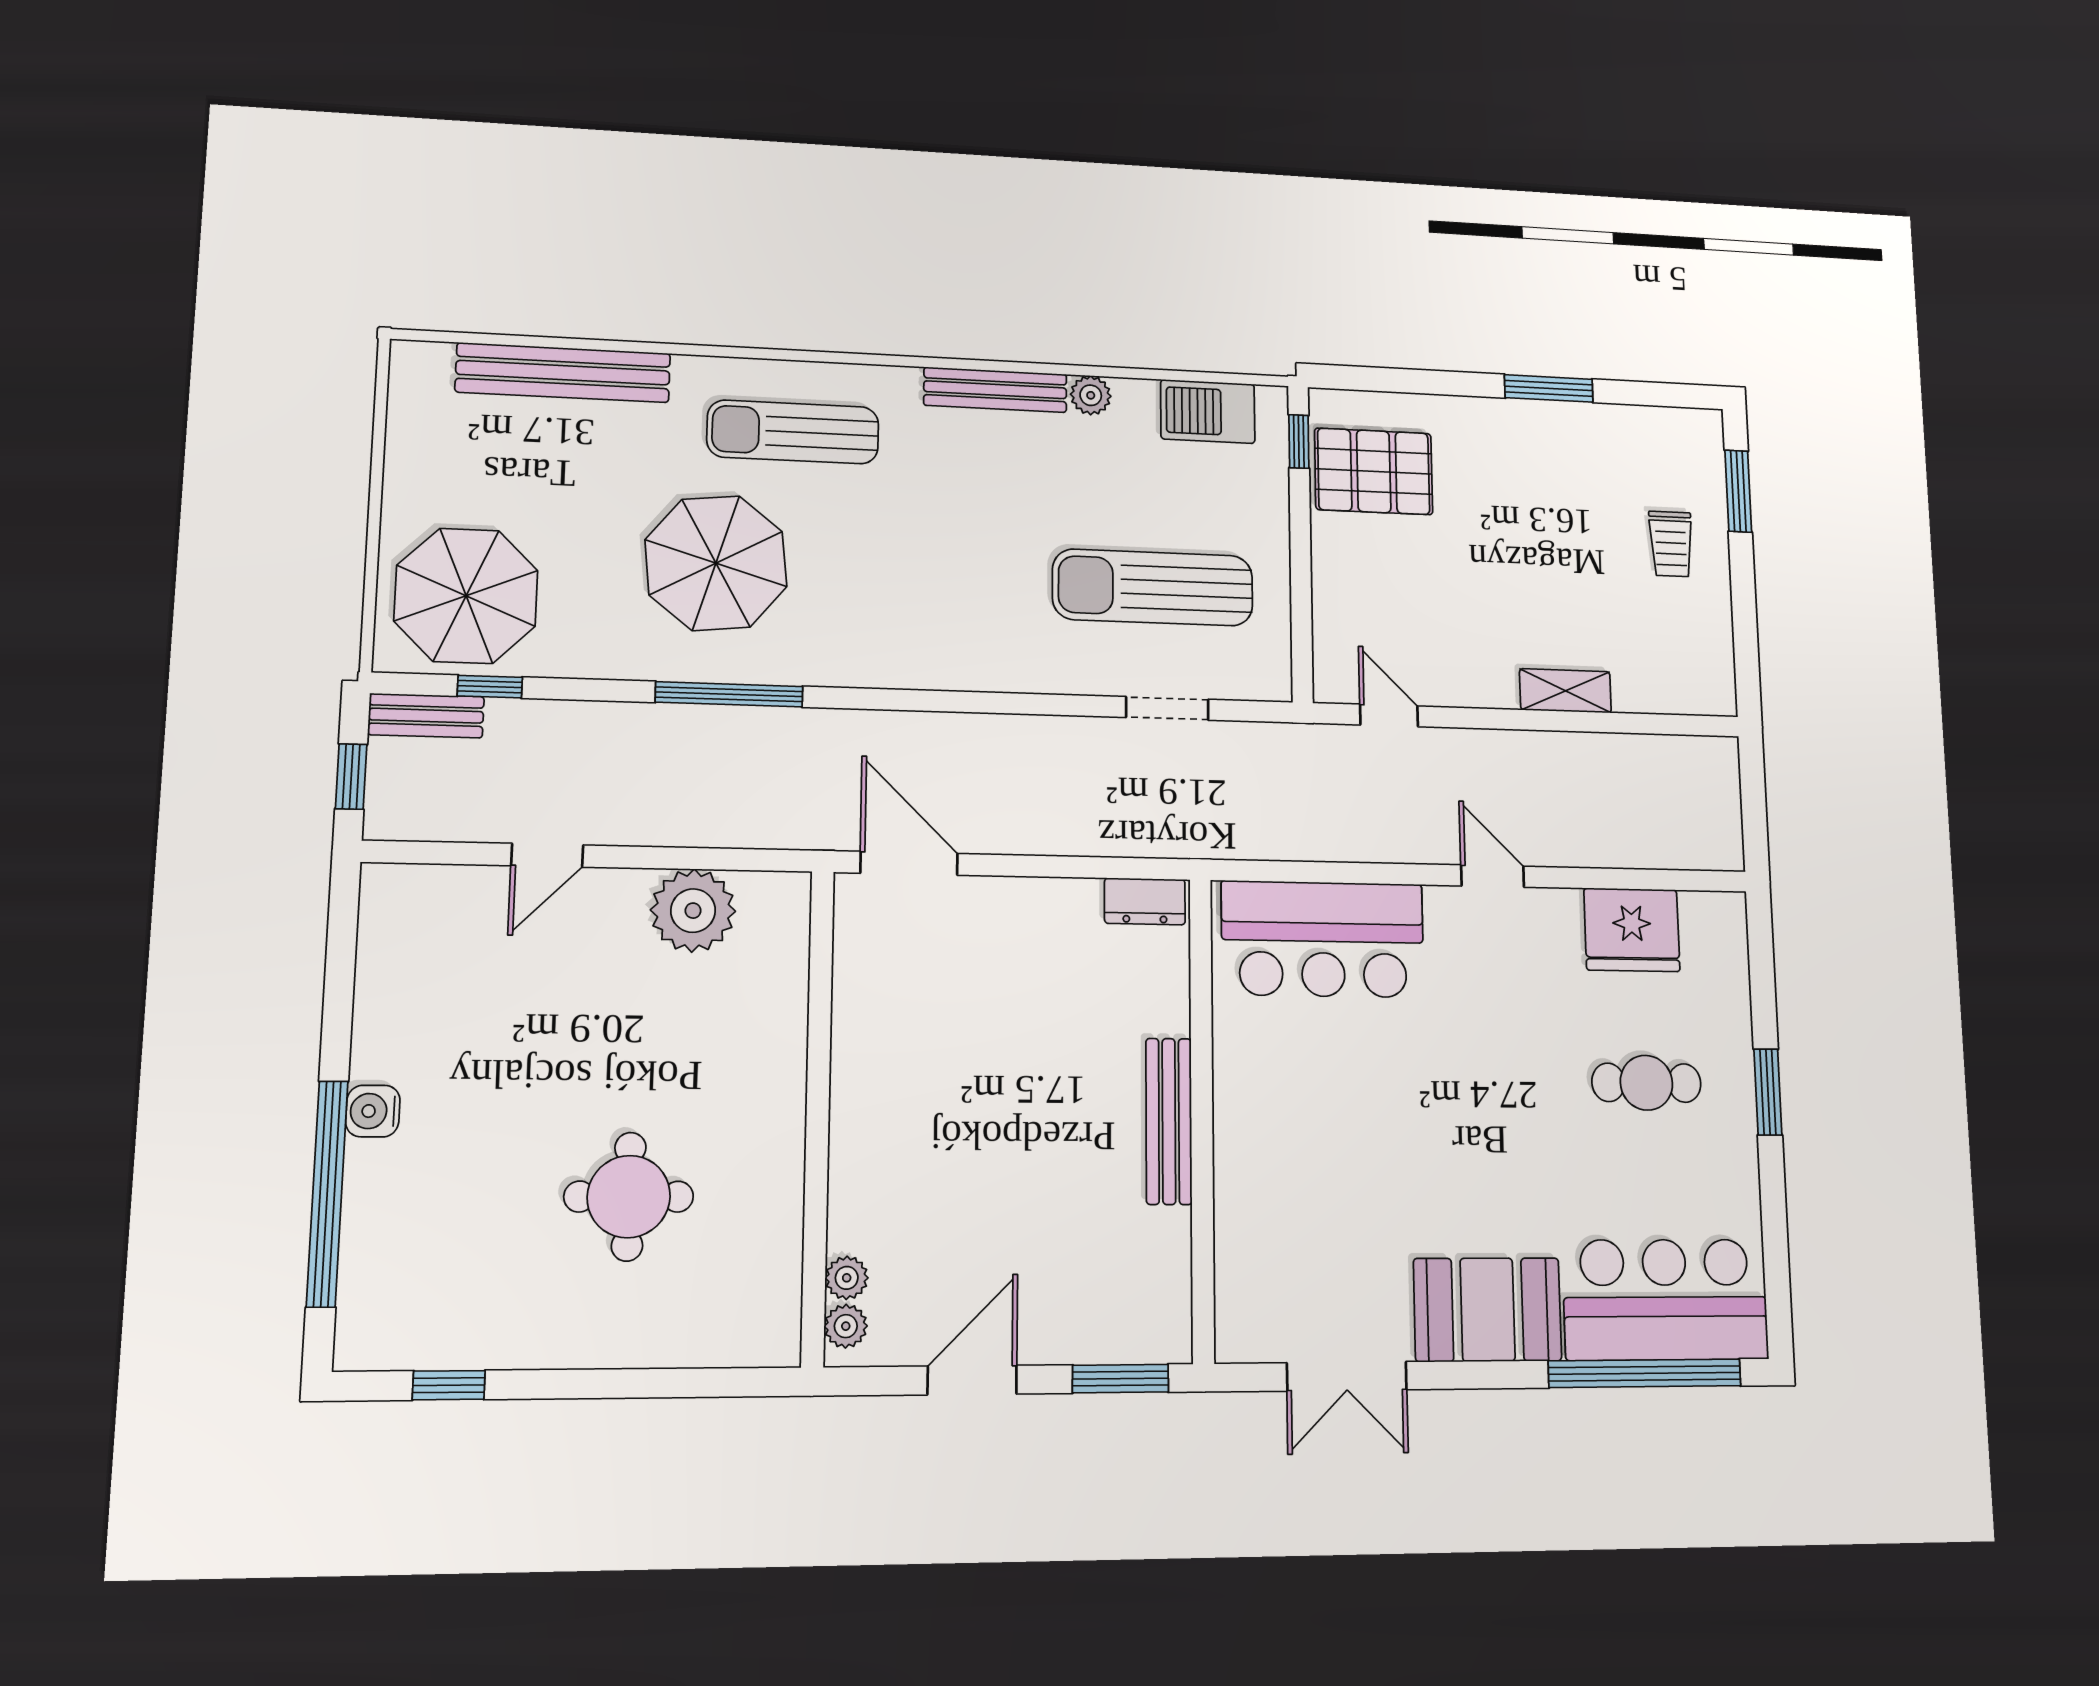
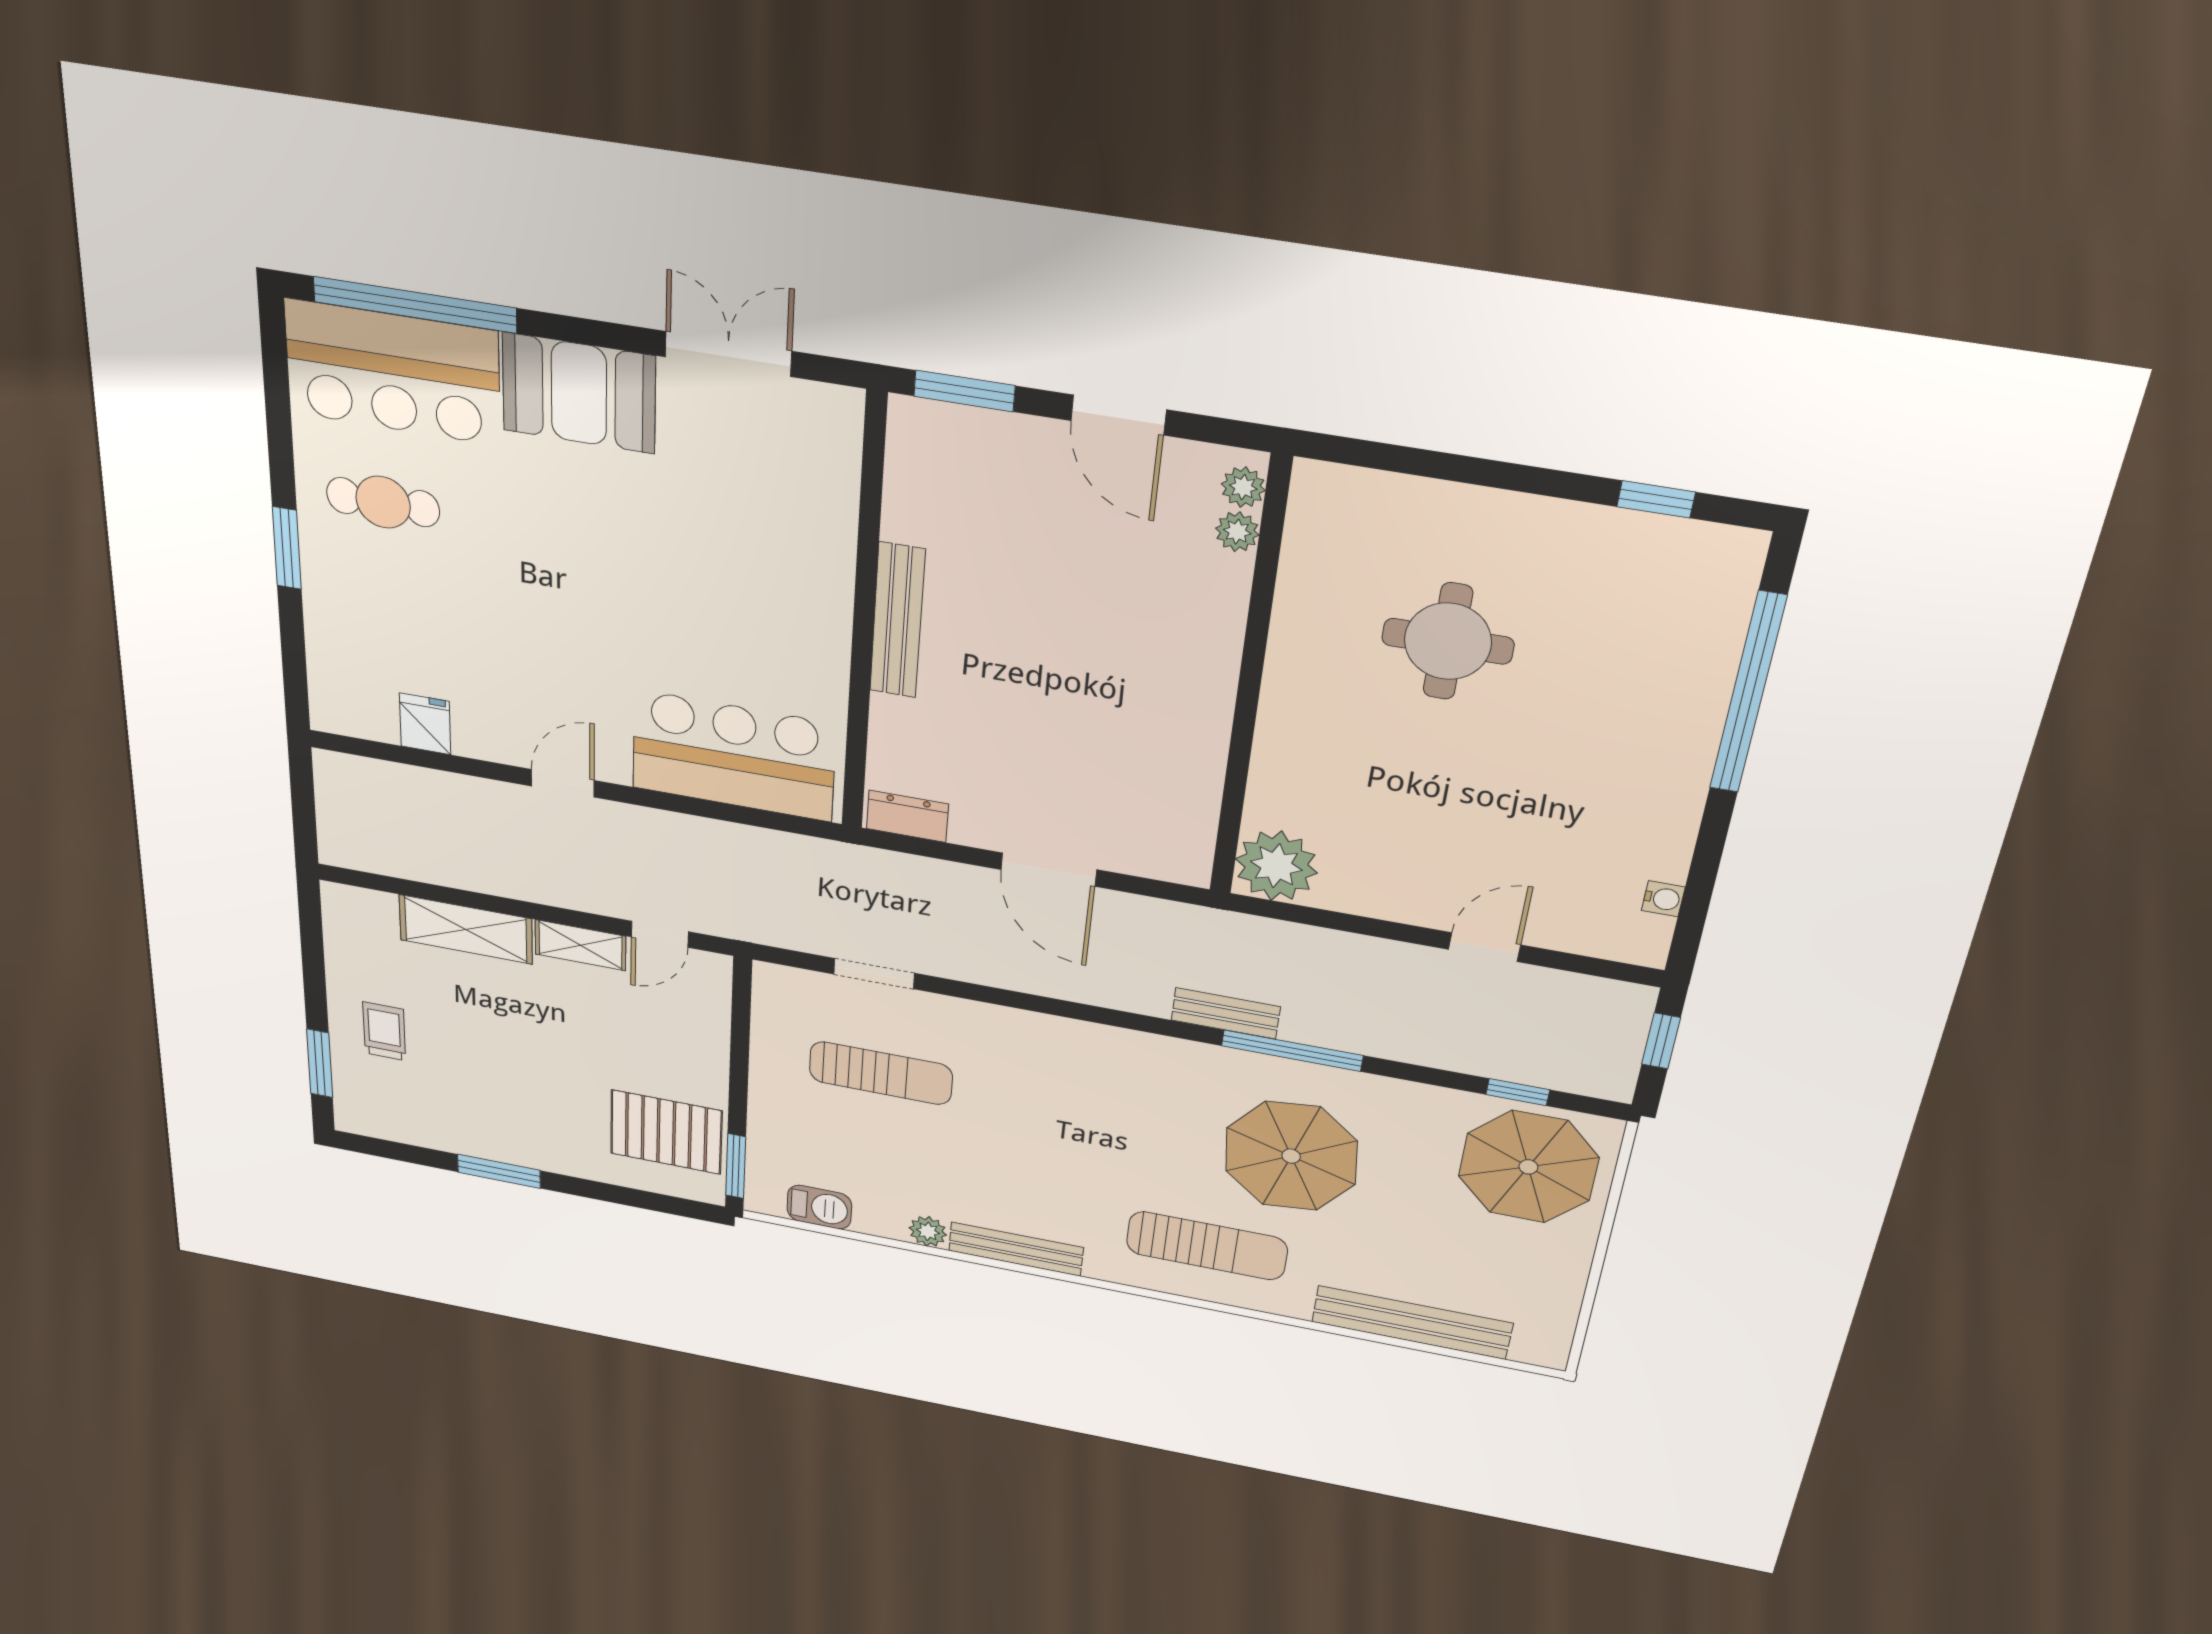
barbecue: (1208, 412) -> (819, 1207), width x0.73, depth x0.79
window: (1299, 442) -> (736, 1166), width x1.50
sun lounger: (1153, 587) -> (881, 1073), width x0.73, depth x0.75
shelving: (1470, 687) -> (580, 945), added
shelving: (1565, 691) -> (466, 929), width x1.50, depth x1.33
door: (1389, 715) -> (660, 934), hinge flipped
bench: (426, 716) -> (1226, 1013), moved
door: (909, 863) -> (1049, 870), moved
door: (1493, 876) -> (563, 783), swing flipped
plant: (693, 911) -> (1276, 866), moved
fridge: (1632, 930) -> (425, 724), width x0.53, depth x0.75
cafe table: (1646, 1083) -> (383, 502), moved
water cooler: (373, 1111) -> (1663, 899), moved, width x0.72, depth x0.72
door: (972, 1380) -> (1118, 415), hinge flipped

